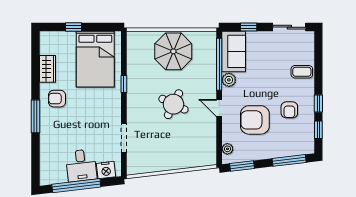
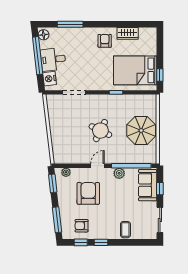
window: (74, 27) -> (160, 75), moved
sofa: (234, 51) -> (148, 185), moved, turned 90
armchair: (289, 110) -> (82, 226), moved
window: (35, 116) -> (70, 24), moved
floor lamp: (49, 178) -> (44, 35), added

